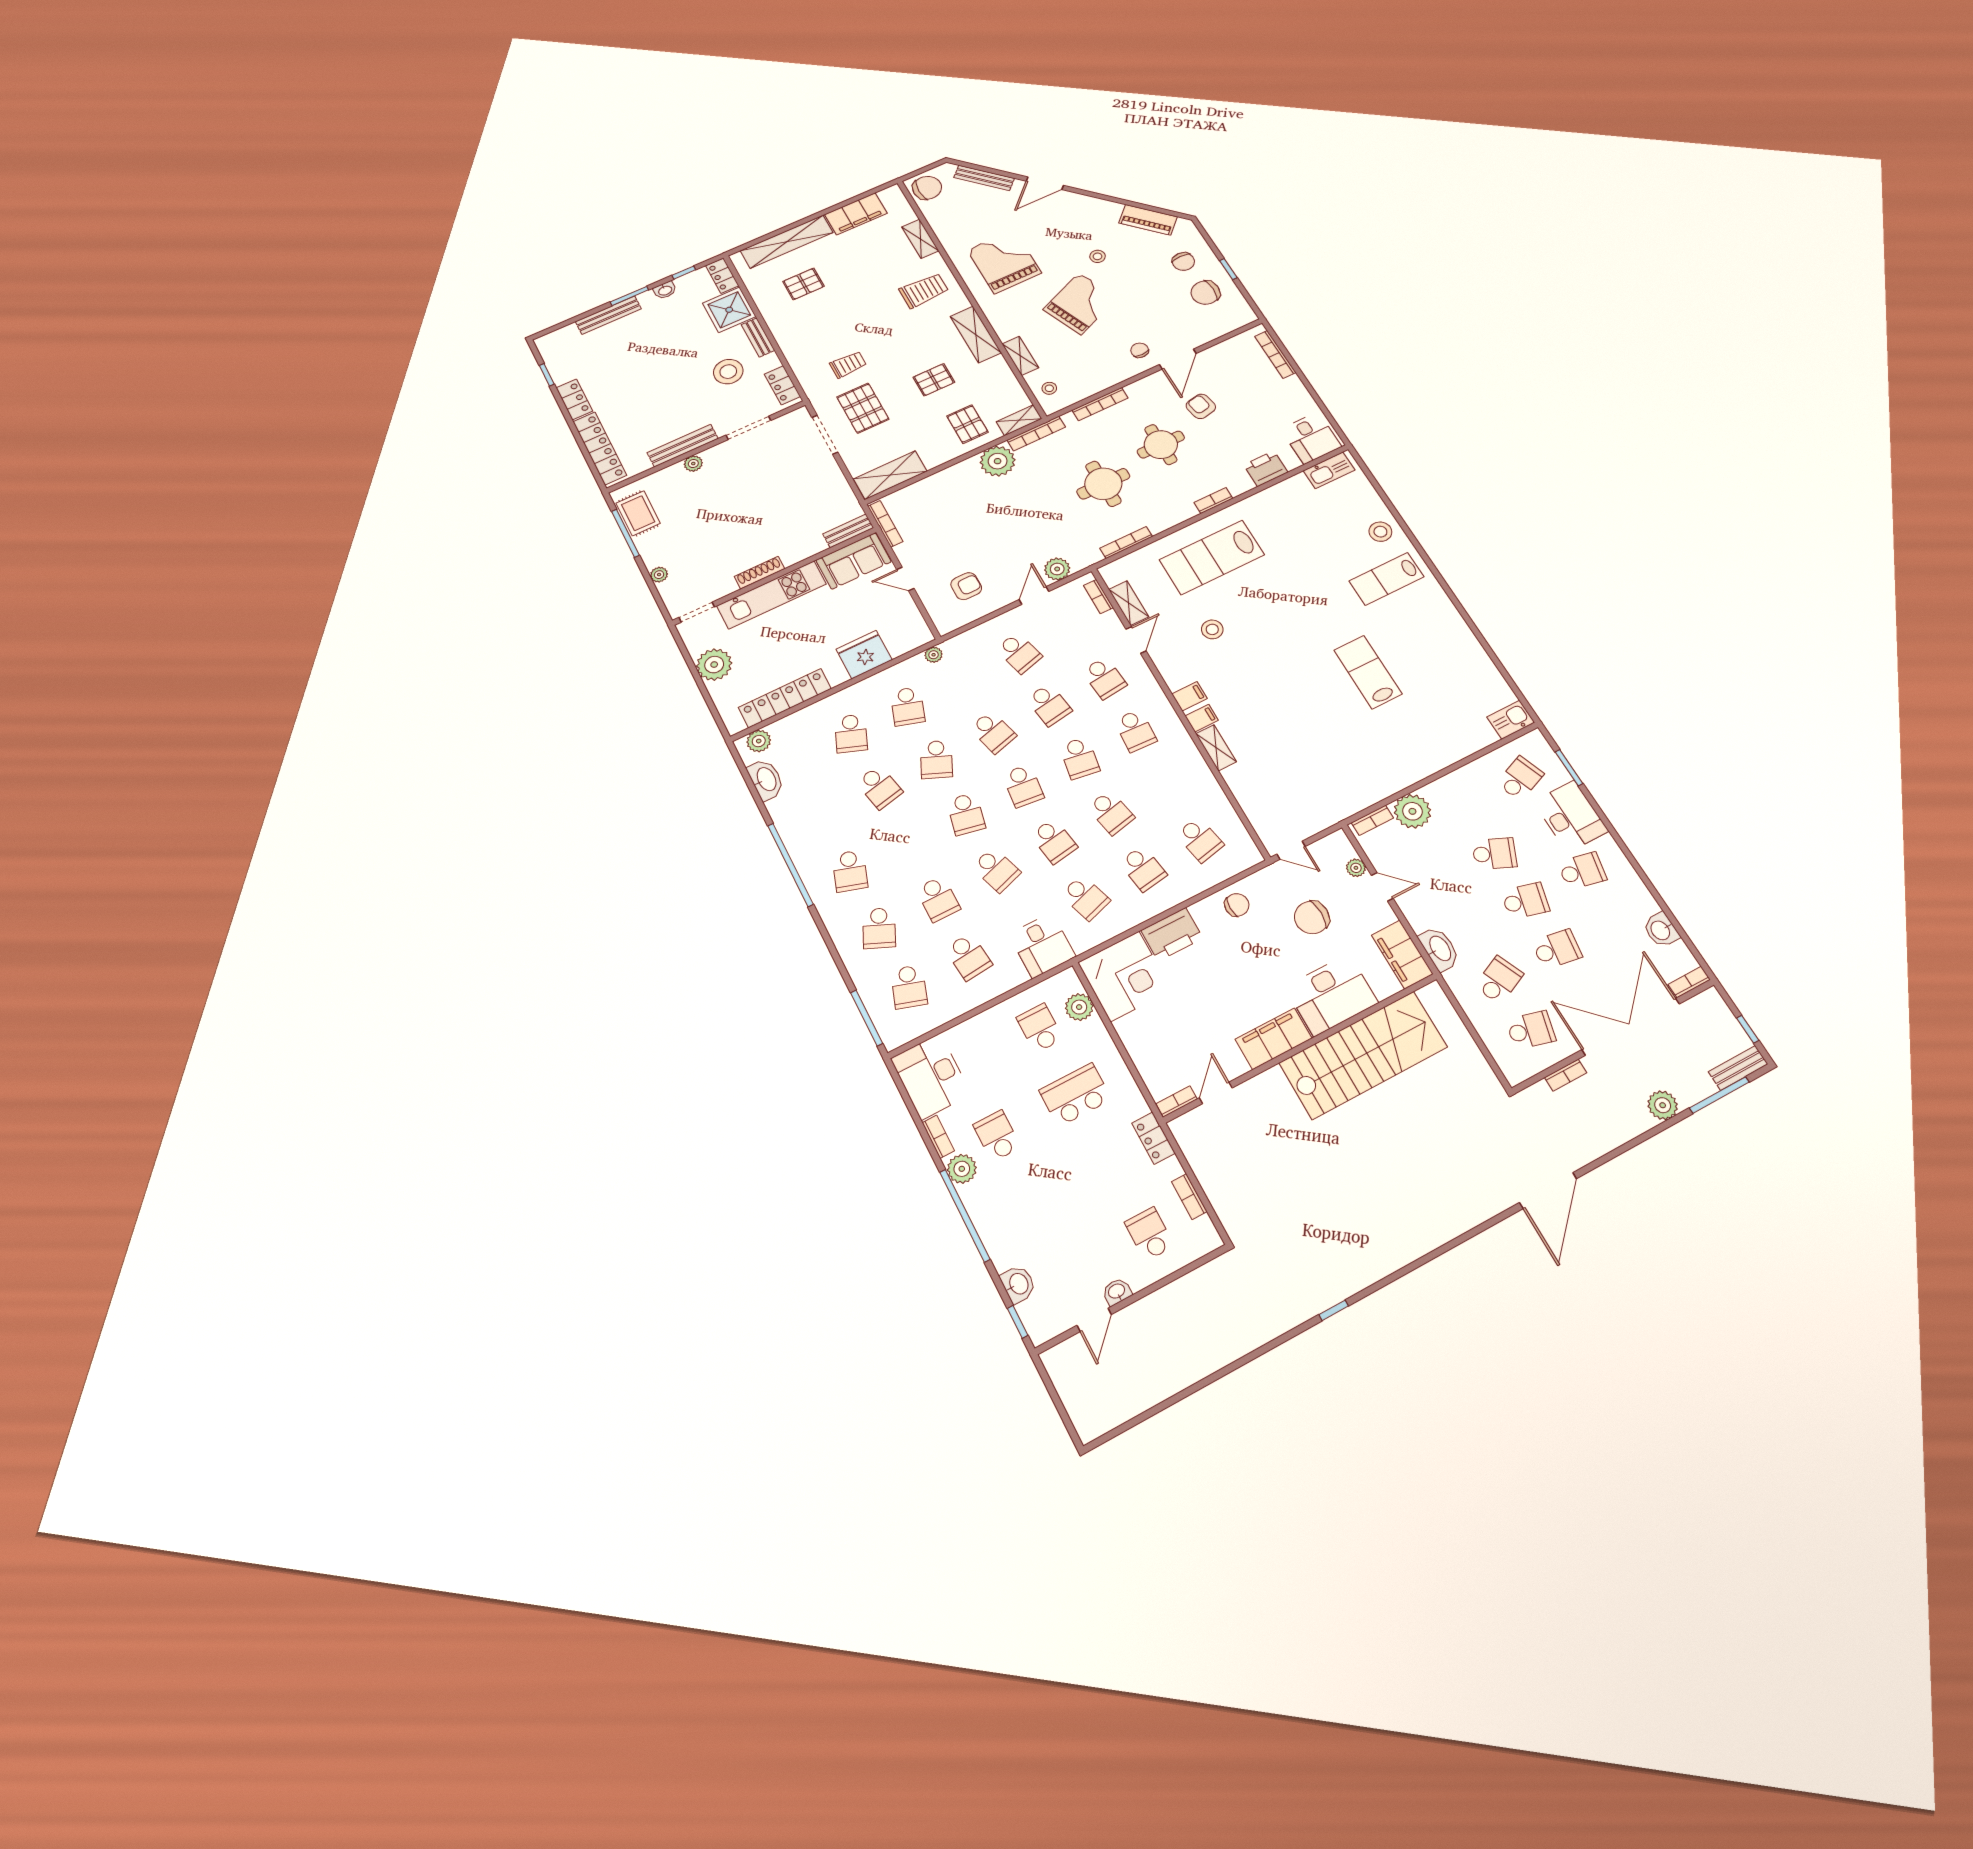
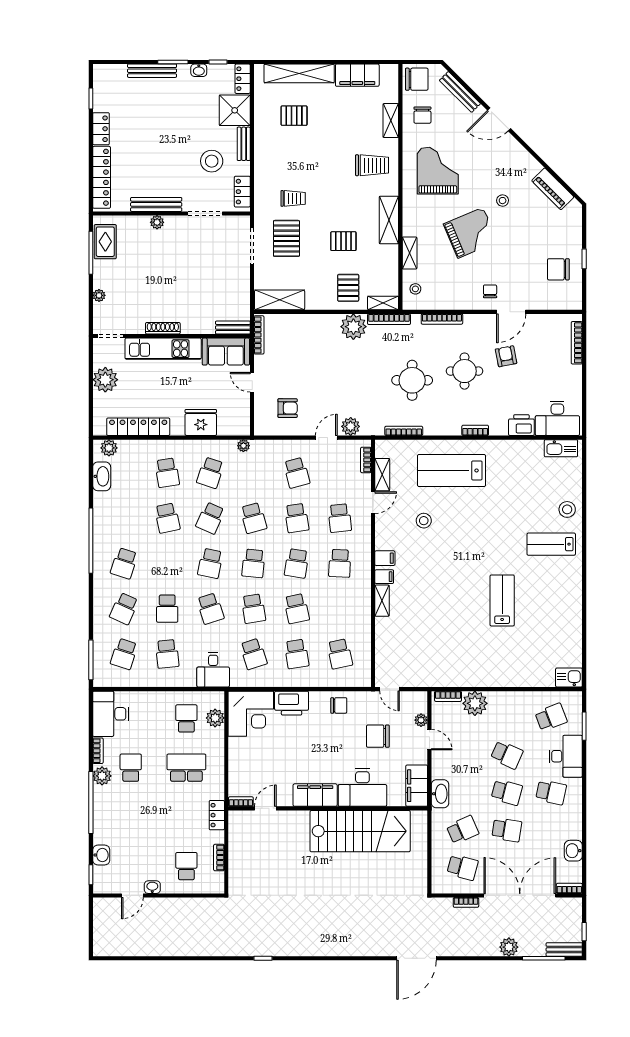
chair: (1183, 262) -> (422, 115), moved
desk: (1311, 438) -> (557, 418), width x1.37
school desk: (851, 733) -> (167, 473), turned -30

